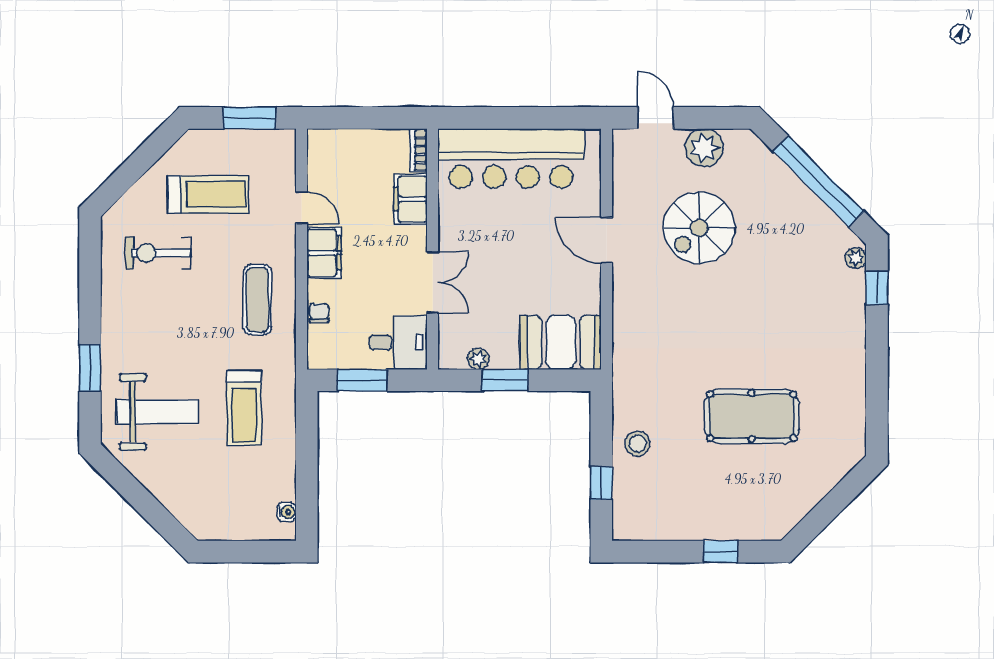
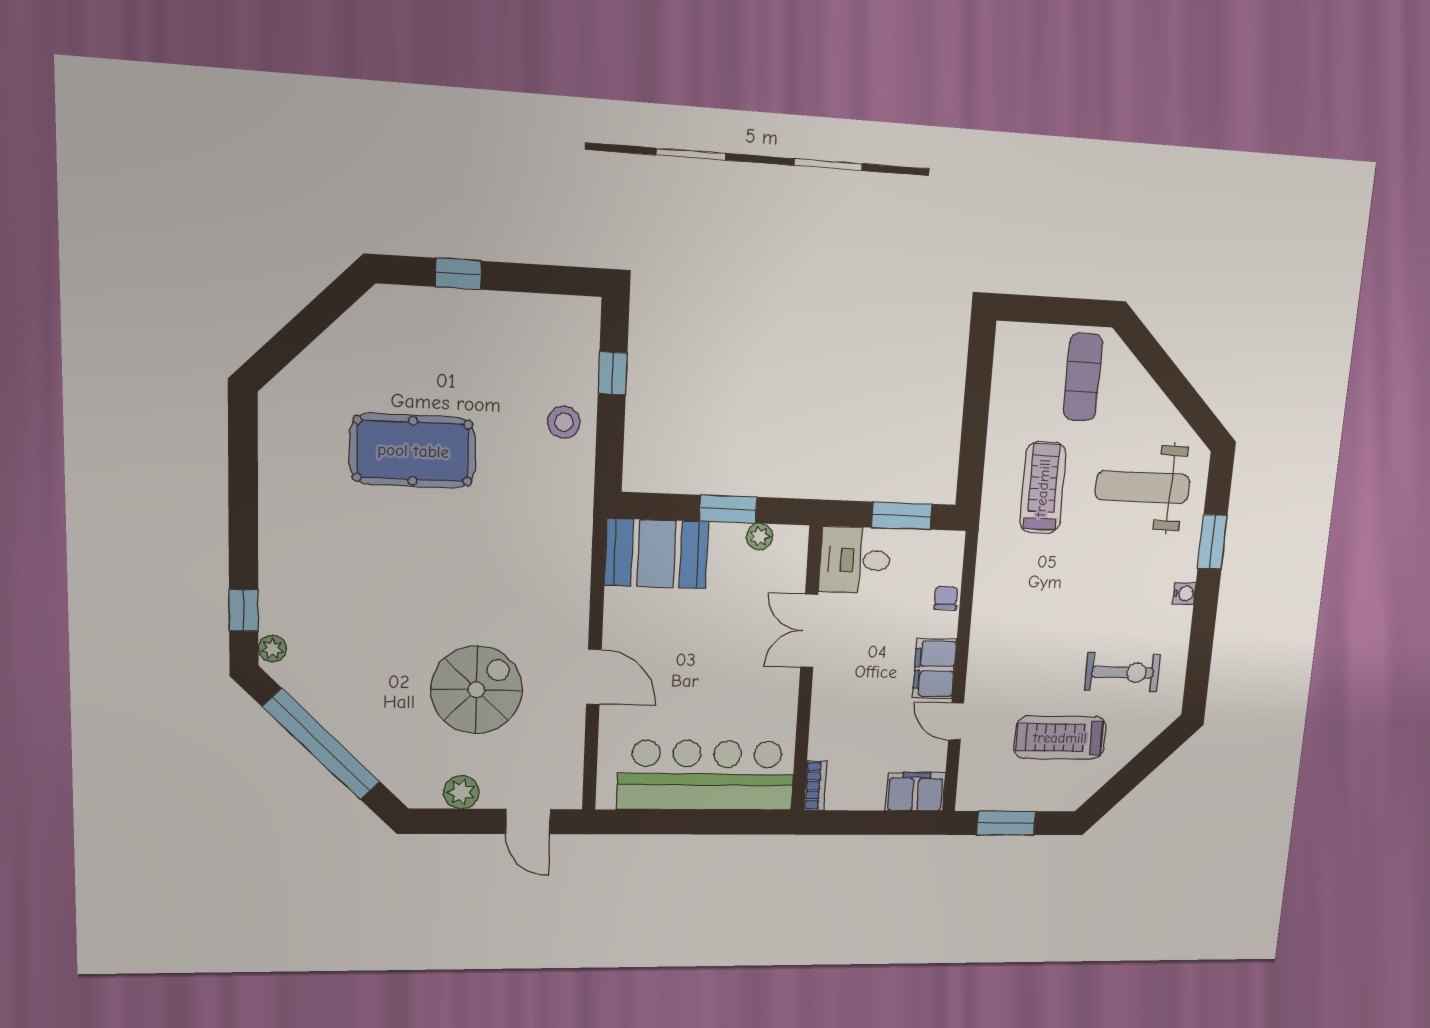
plant: (704, 148) -> (461, 792), width x0.73, depth x0.73
filing cabinet: (411, 199) -> (915, 792), moved, turned -90
exercise mat: (257, 300) -> (1083, 377), moved
chair: (319, 313) -> (946, 598), turned 180
water cooler: (287, 512) -> (1184, 593), moved, turned 180

